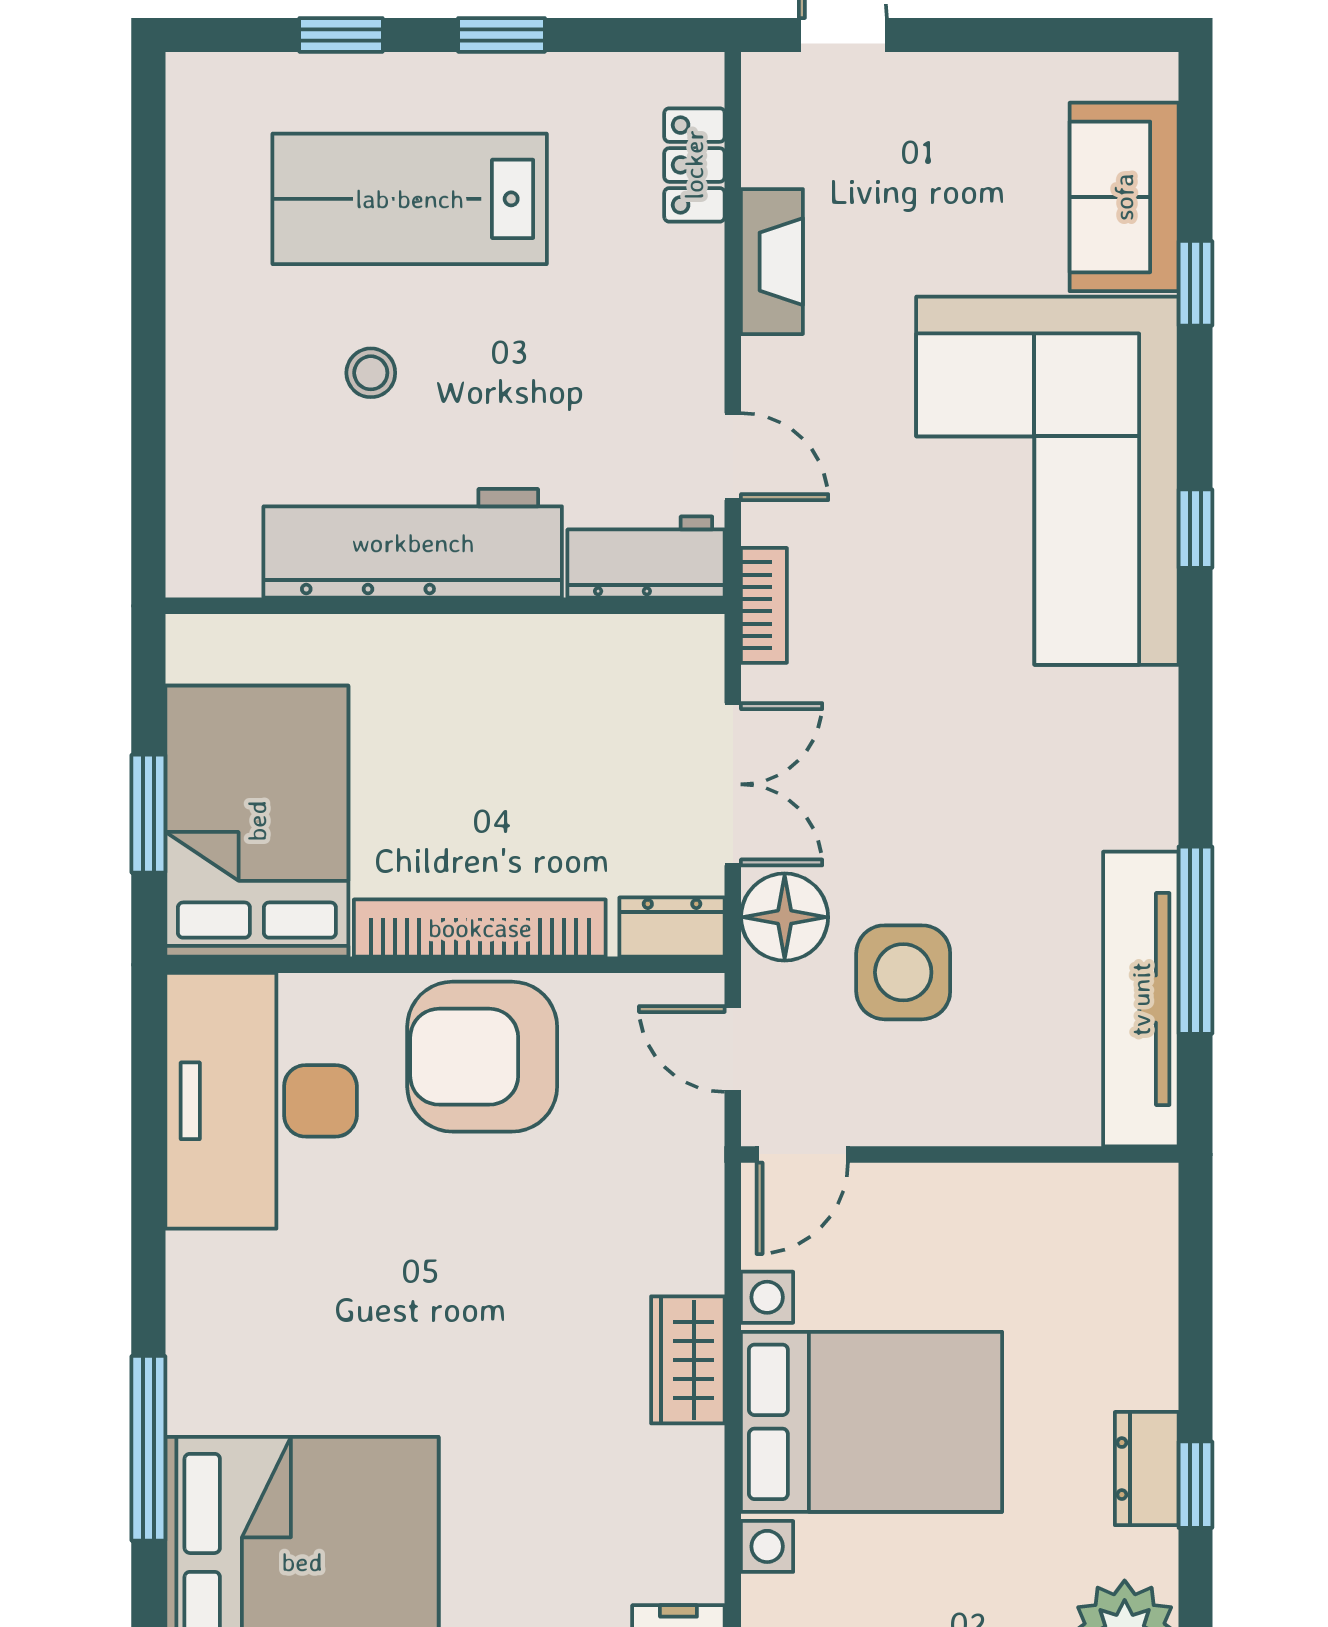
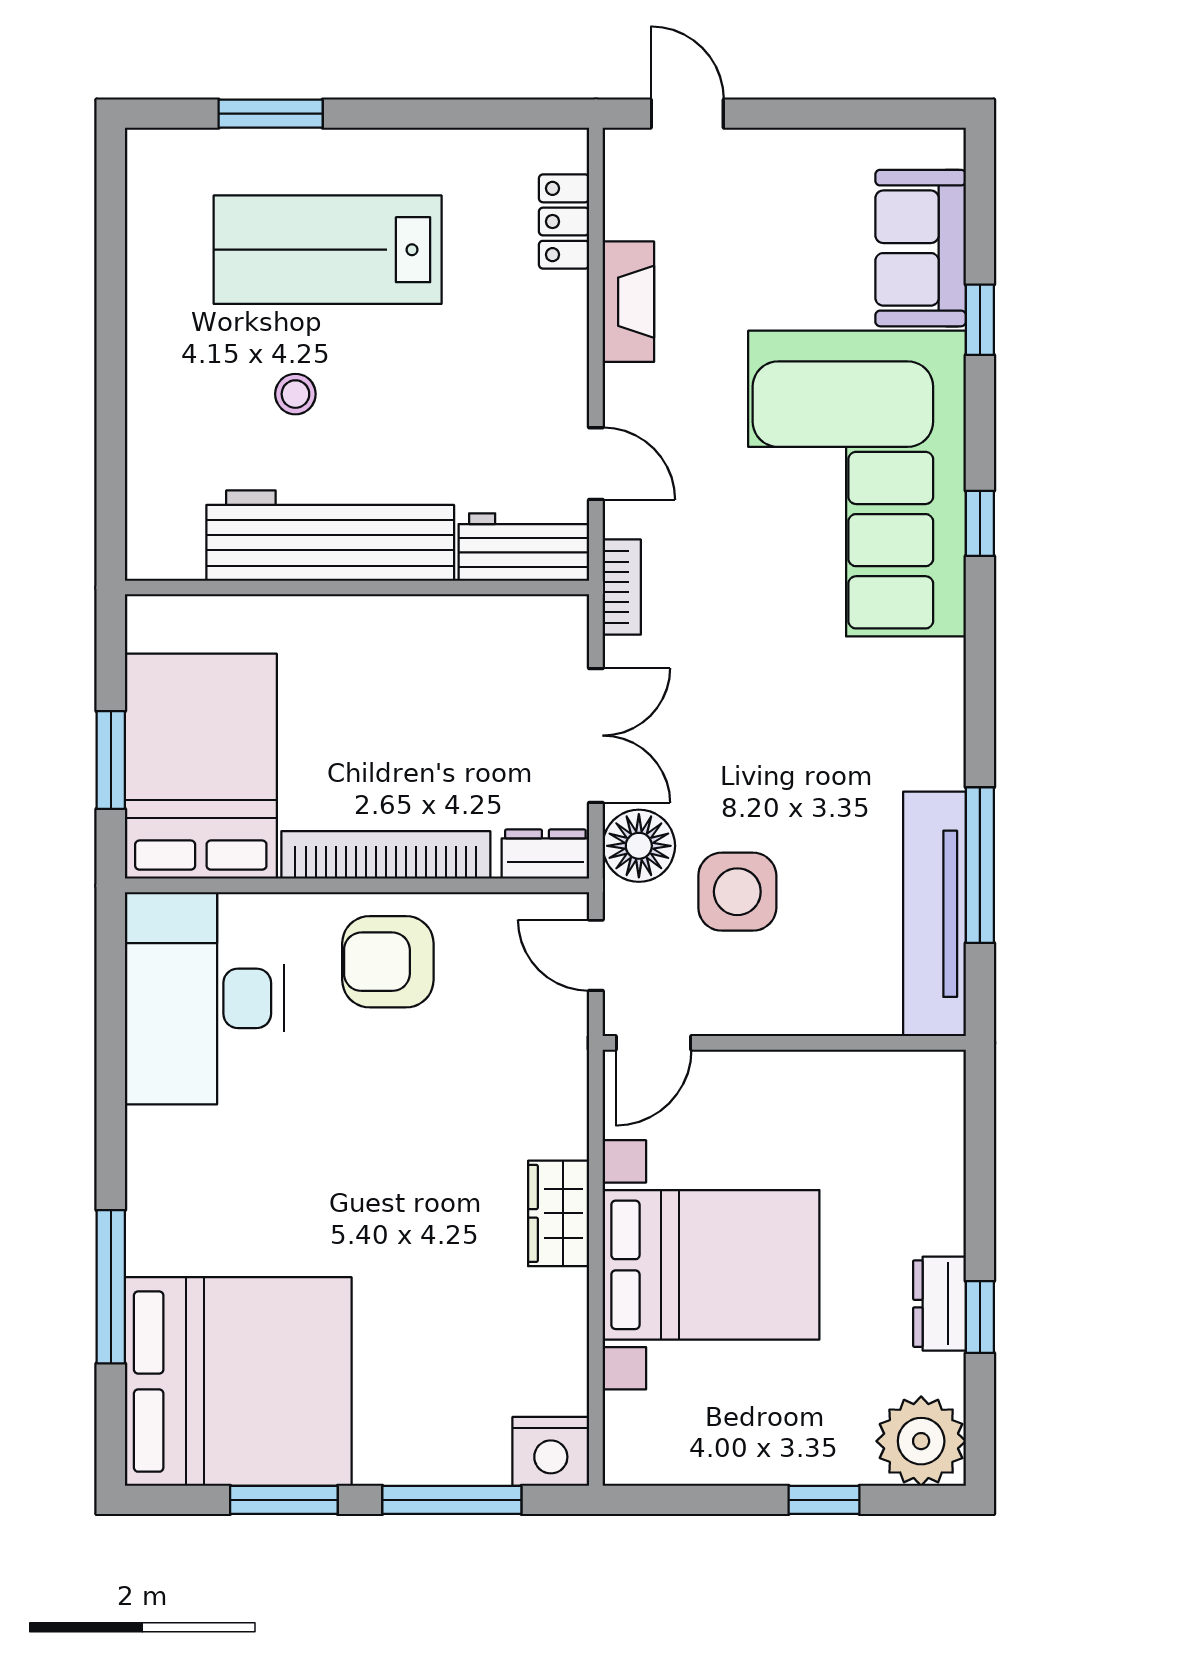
window: (341, 35) -> (271, 114), width x1.50
window: (502, 35) -> (404, 114), removed
armchair: (482, 1057) -> (388, 962), width x0.73, depth x0.73

